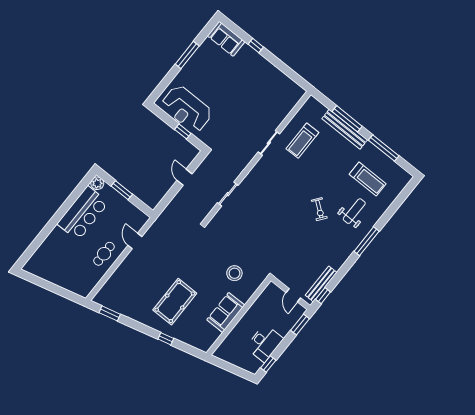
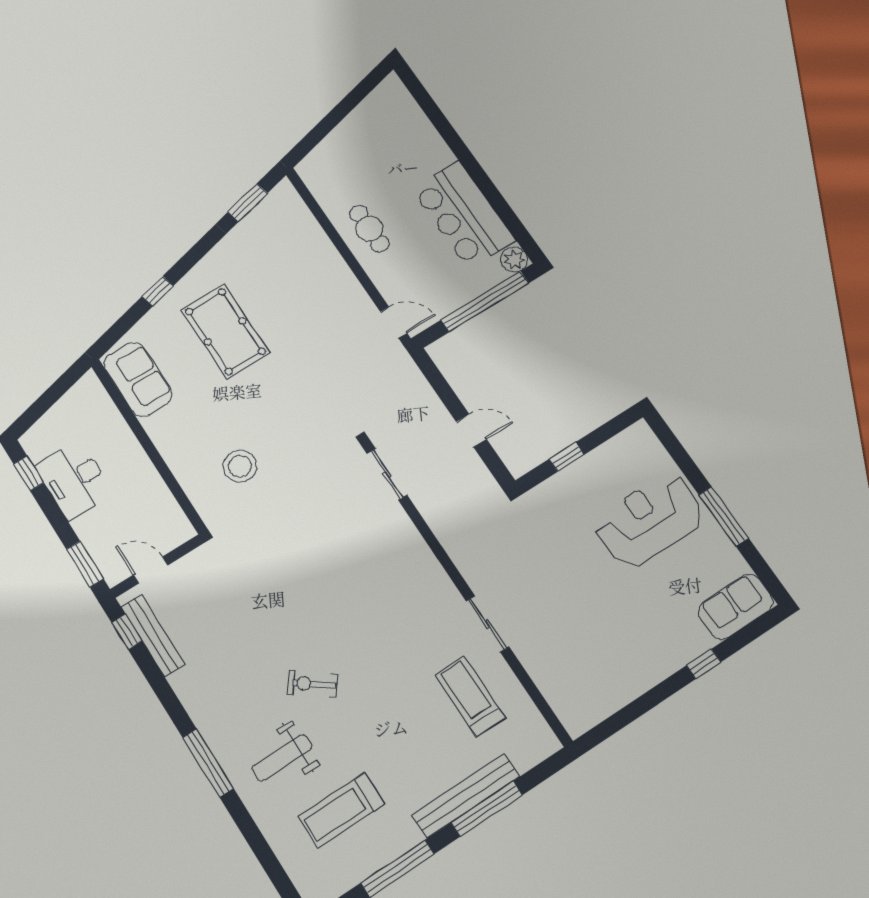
reception desk: (187, 109) -> (649, 520), moved
window: (122, 190) -> (485, 301), width x2.11
sliding door: (228, 194) -> (387, 474), moved
weight bench: (354, 211) -> (282, 758), turned 90
door: (135, 241) -> (394, 322), moved
sofa: (226, 312) -> (138, 379), moved

